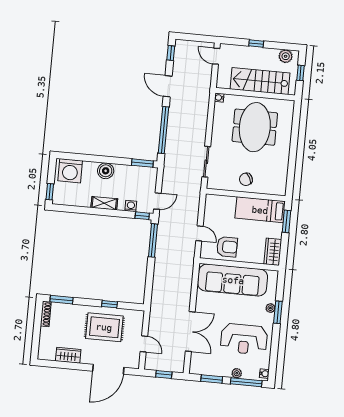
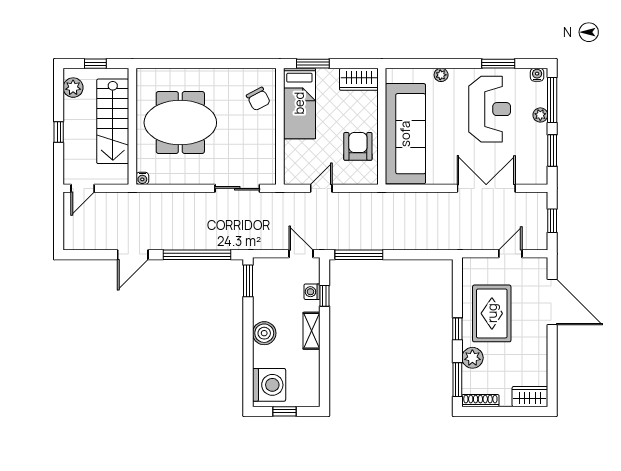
window: (171, 53) -> (84, 255), removed
chair: (246, 179) -> (258, 99), moved
window: (50, 192) -> (285, 411), moved
window: (142, 216) -> (324, 296), moved
door: (199, 233) -> (321, 188), moved
window: (109, 304) -> (457, 329), moved
plant: (75, 311) -> (472, 358), added
window: (278, 312) -> (498, 64), moved
wardrobe: (68, 355) -> (530, 397), moved, turned 90

